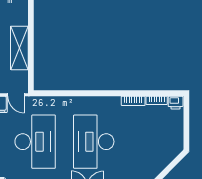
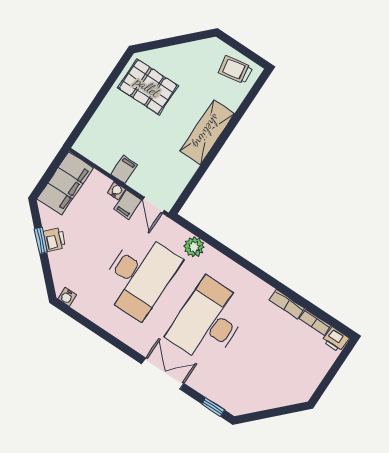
shelving: (19, 48) -> (207, 132), moved
plant: (56, 103) -> (194, 247), added

